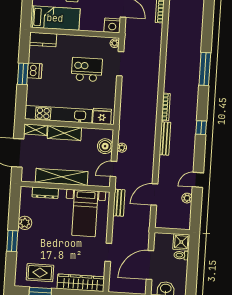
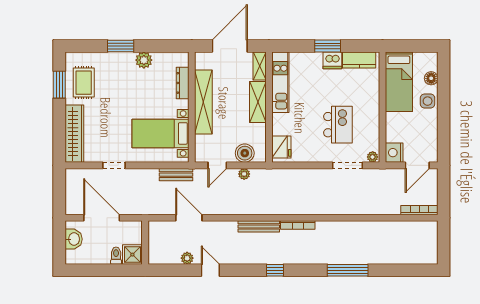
kitchen counter: (43, 40) -> (359, 60), moved, turned -90
kitchen unit: (59, 114) -> (280, 82), width x0.73
door: (114, 169) -> (217, 165), swing flipped

